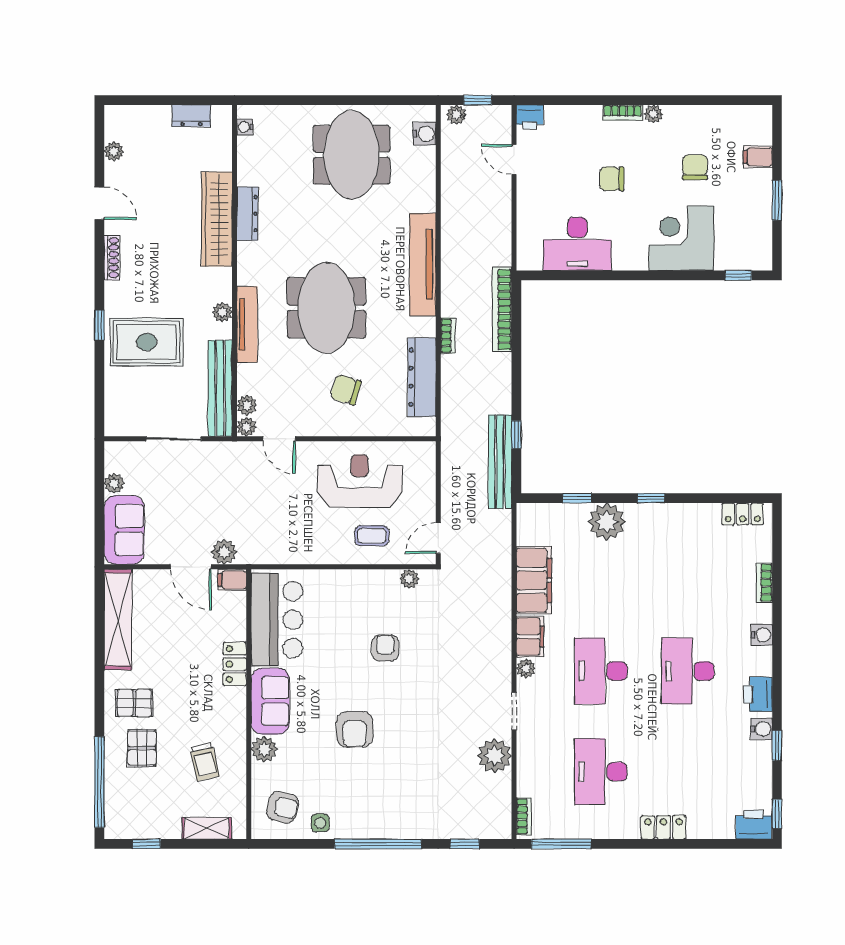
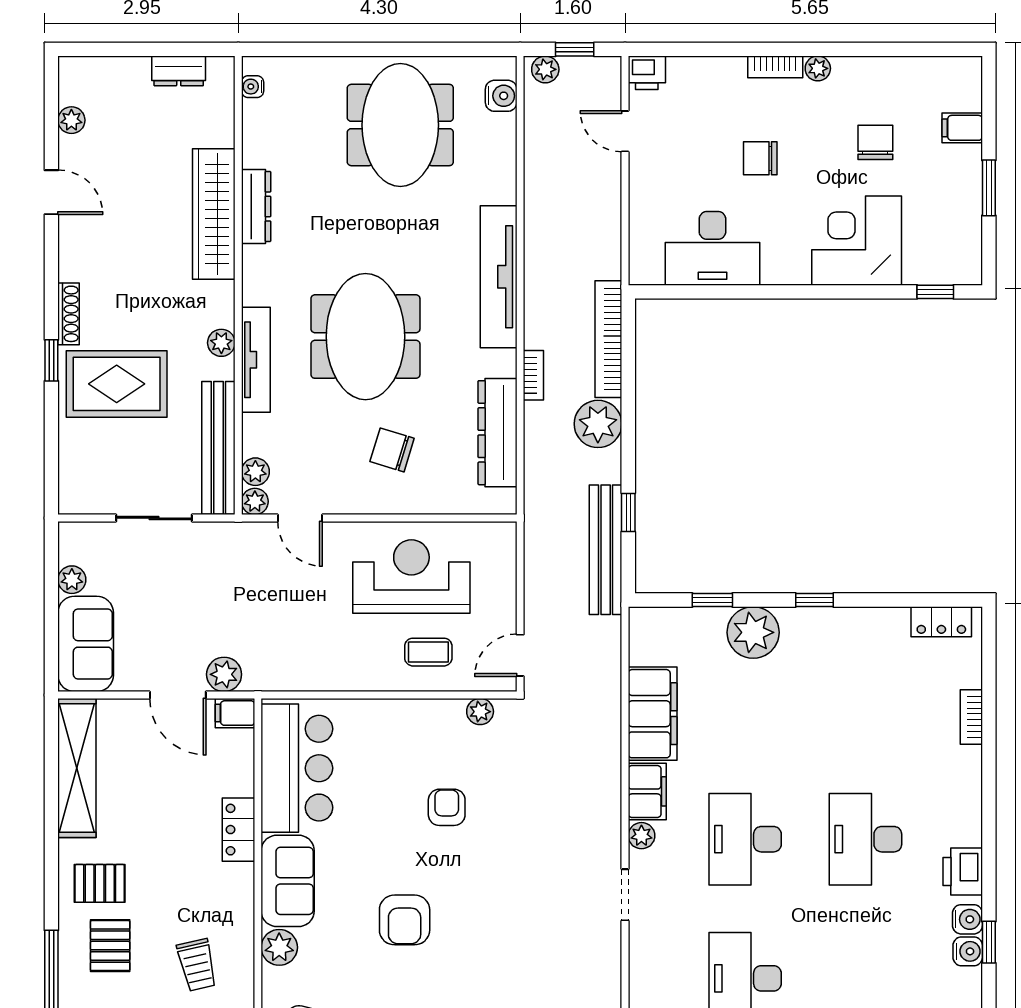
shoe rack: (112, 258) -> (69, 314), moved
water cooler: (762, 635) -> (968, 951), moved
plant: (494, 756) -> (598, 424), moved

